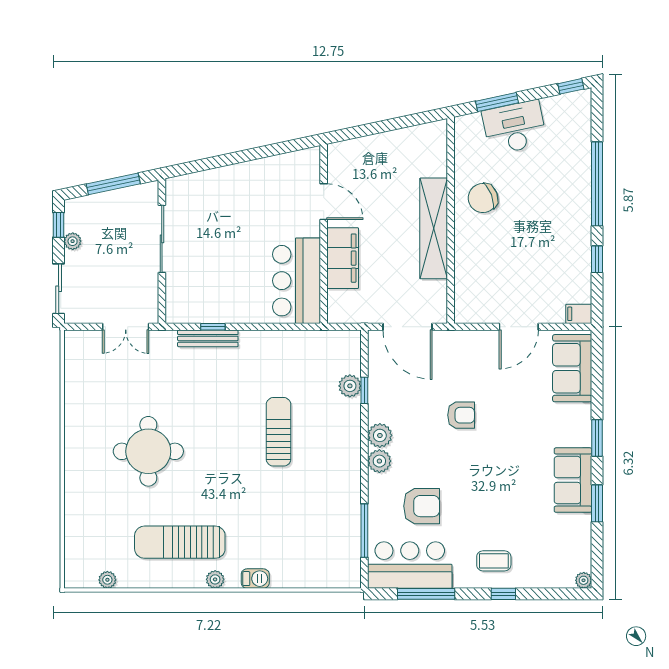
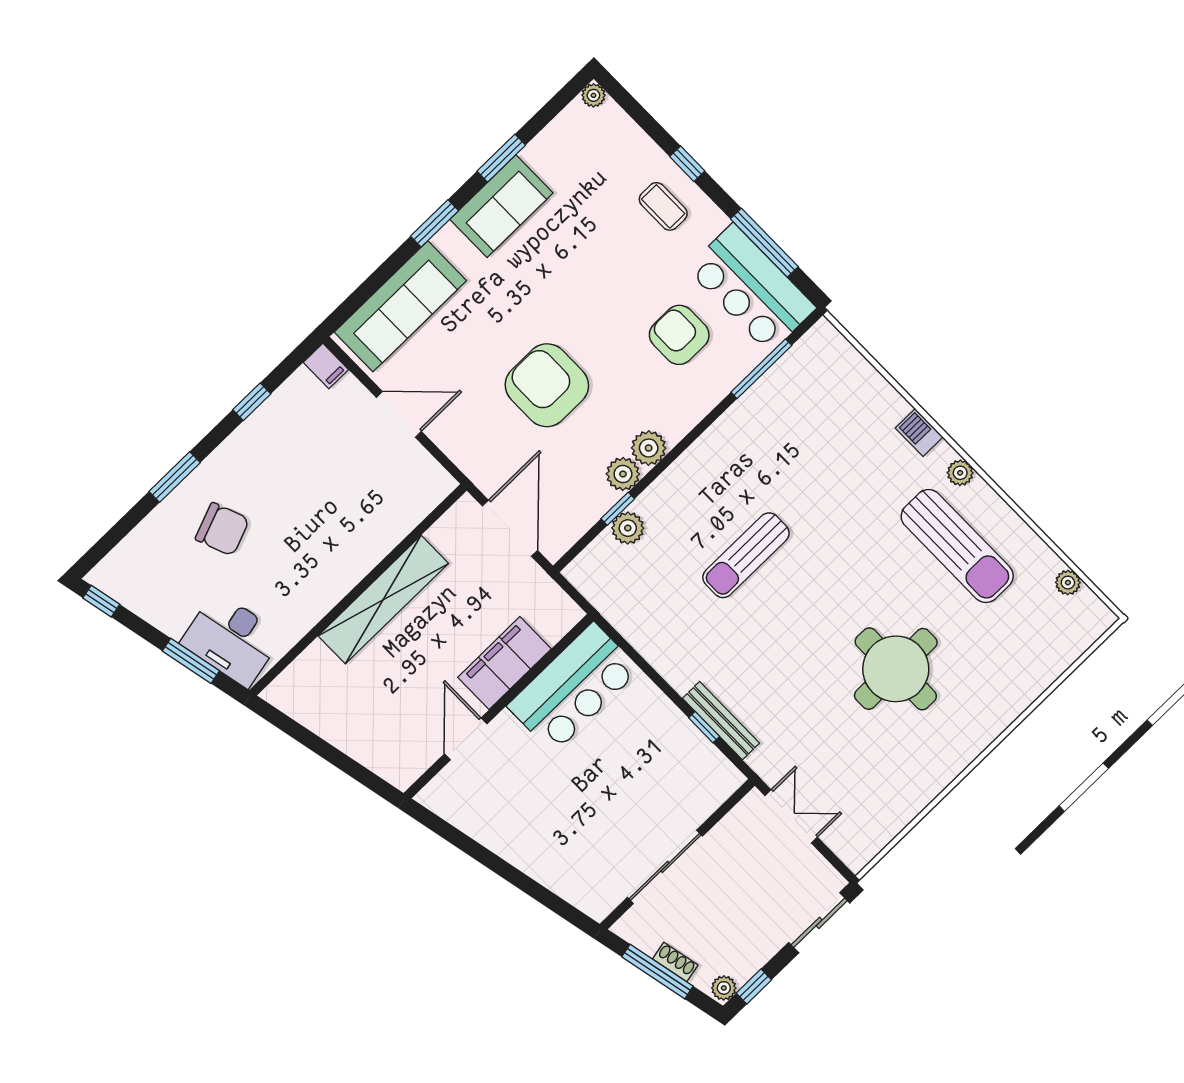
desk: (514, 127) -> (232, 639), moved
window: (597, 184) -> (175, 477), width x0.47
shoe rack: (109, 197) -> (675, 962), added
chair: (483, 198) -> (222, 529), moved
plant: (73, 241) -> (724, 988), moved
sofa: (572, 368) -> (400, 306), width x1.36
armchair: (461, 415) -> (547, 385), width x1.88, depth x1.88
plant: (379, 461) -> (623, 474), moved

